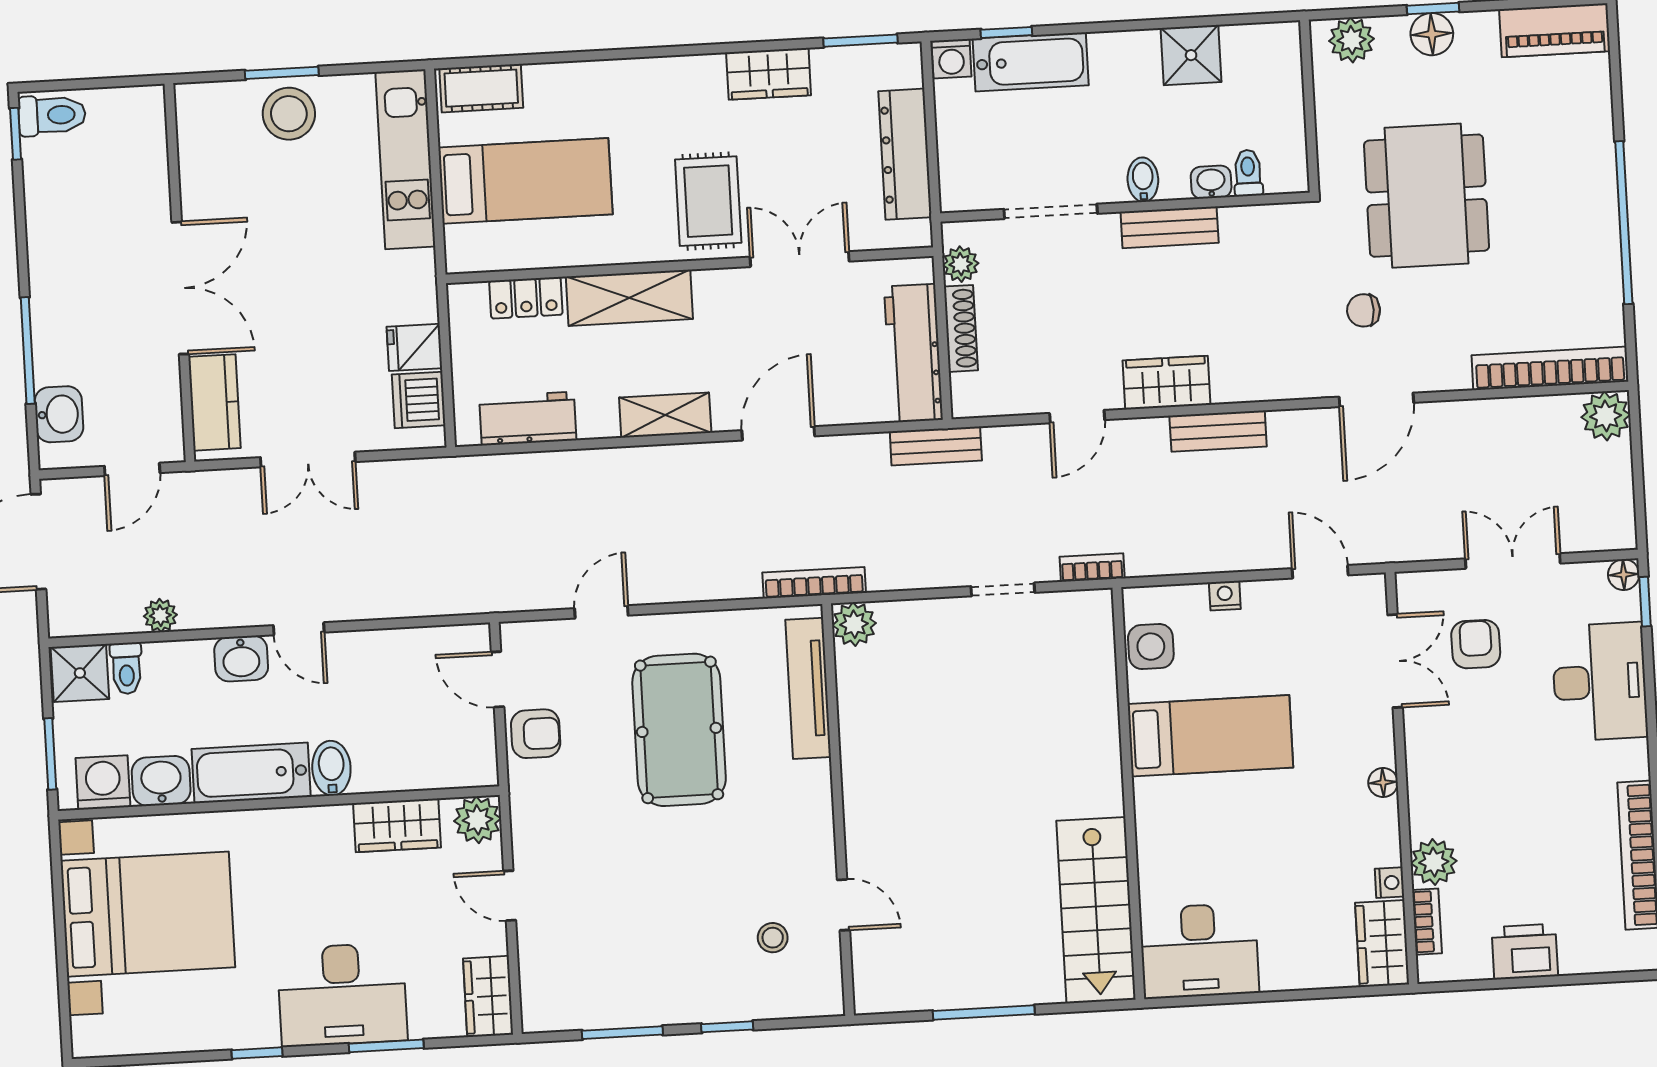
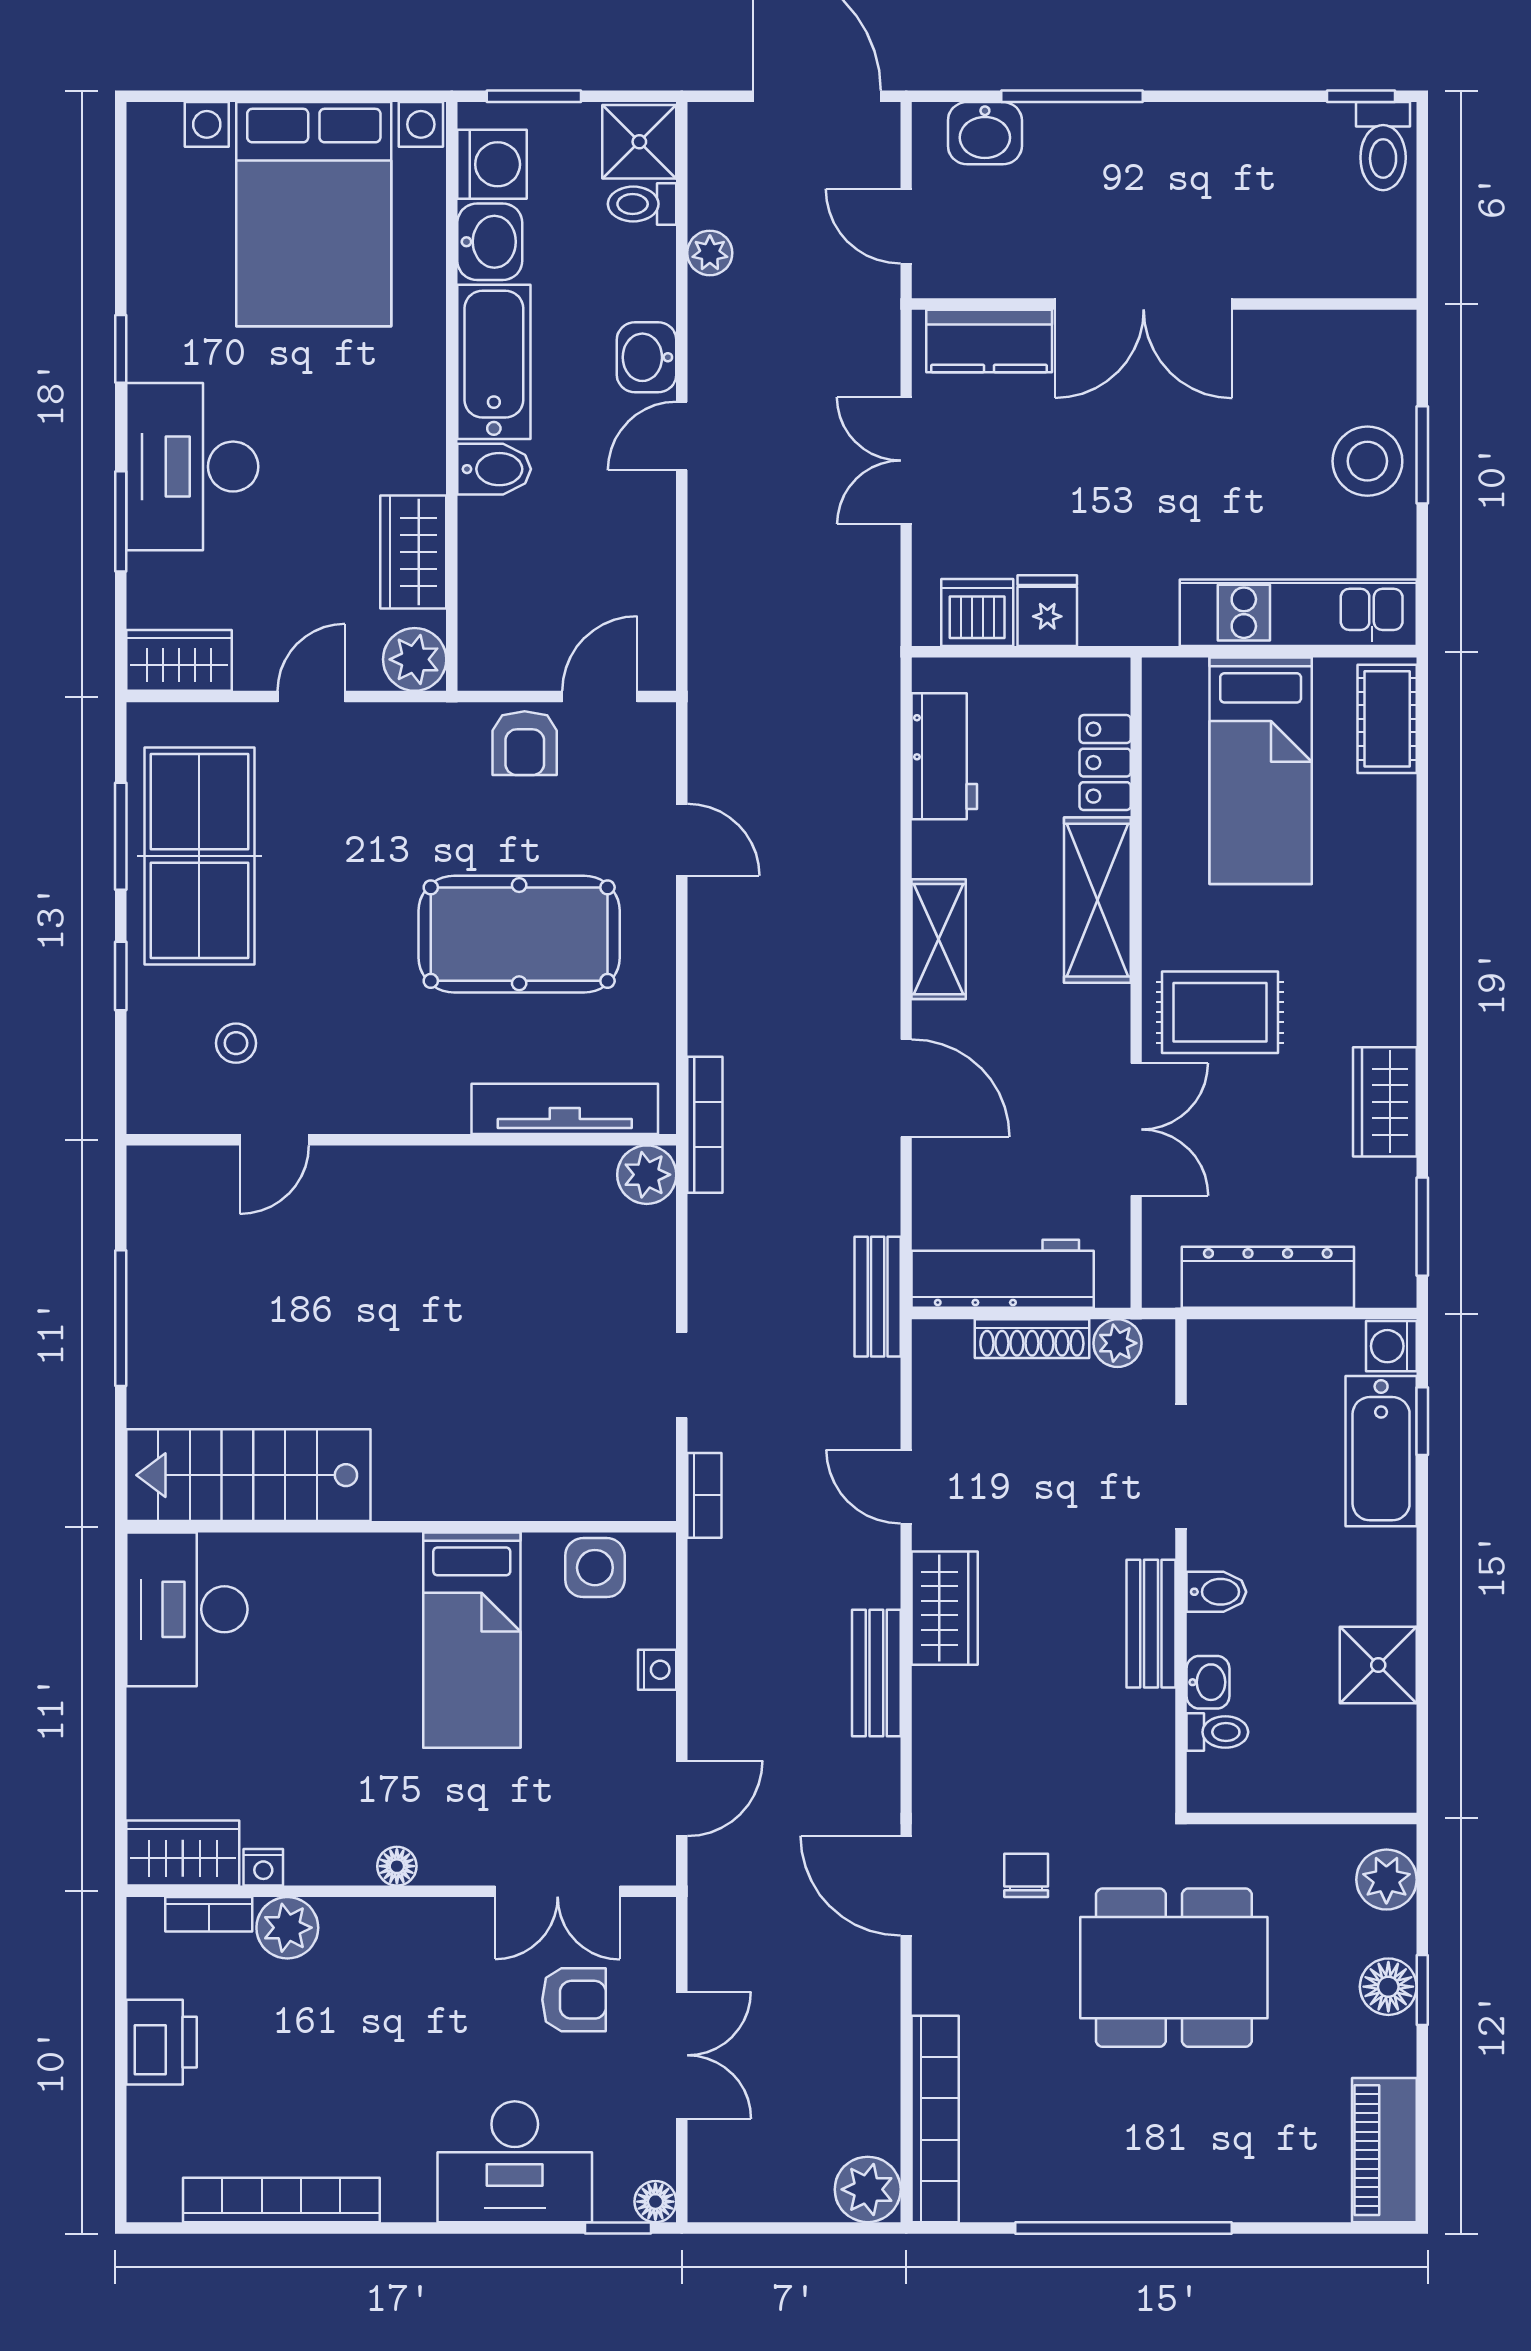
table tennis table: (634, 973) -> (199, 856), added

